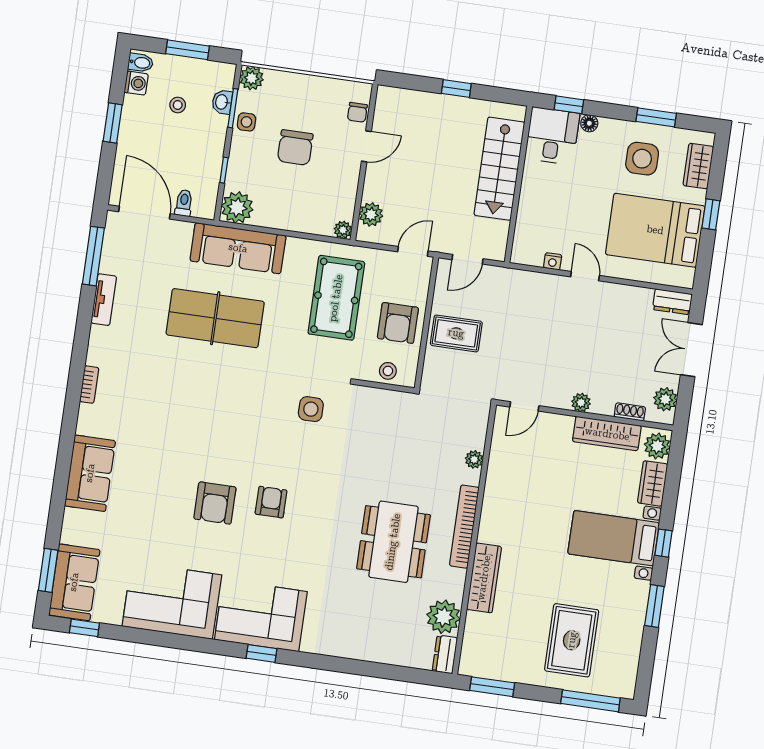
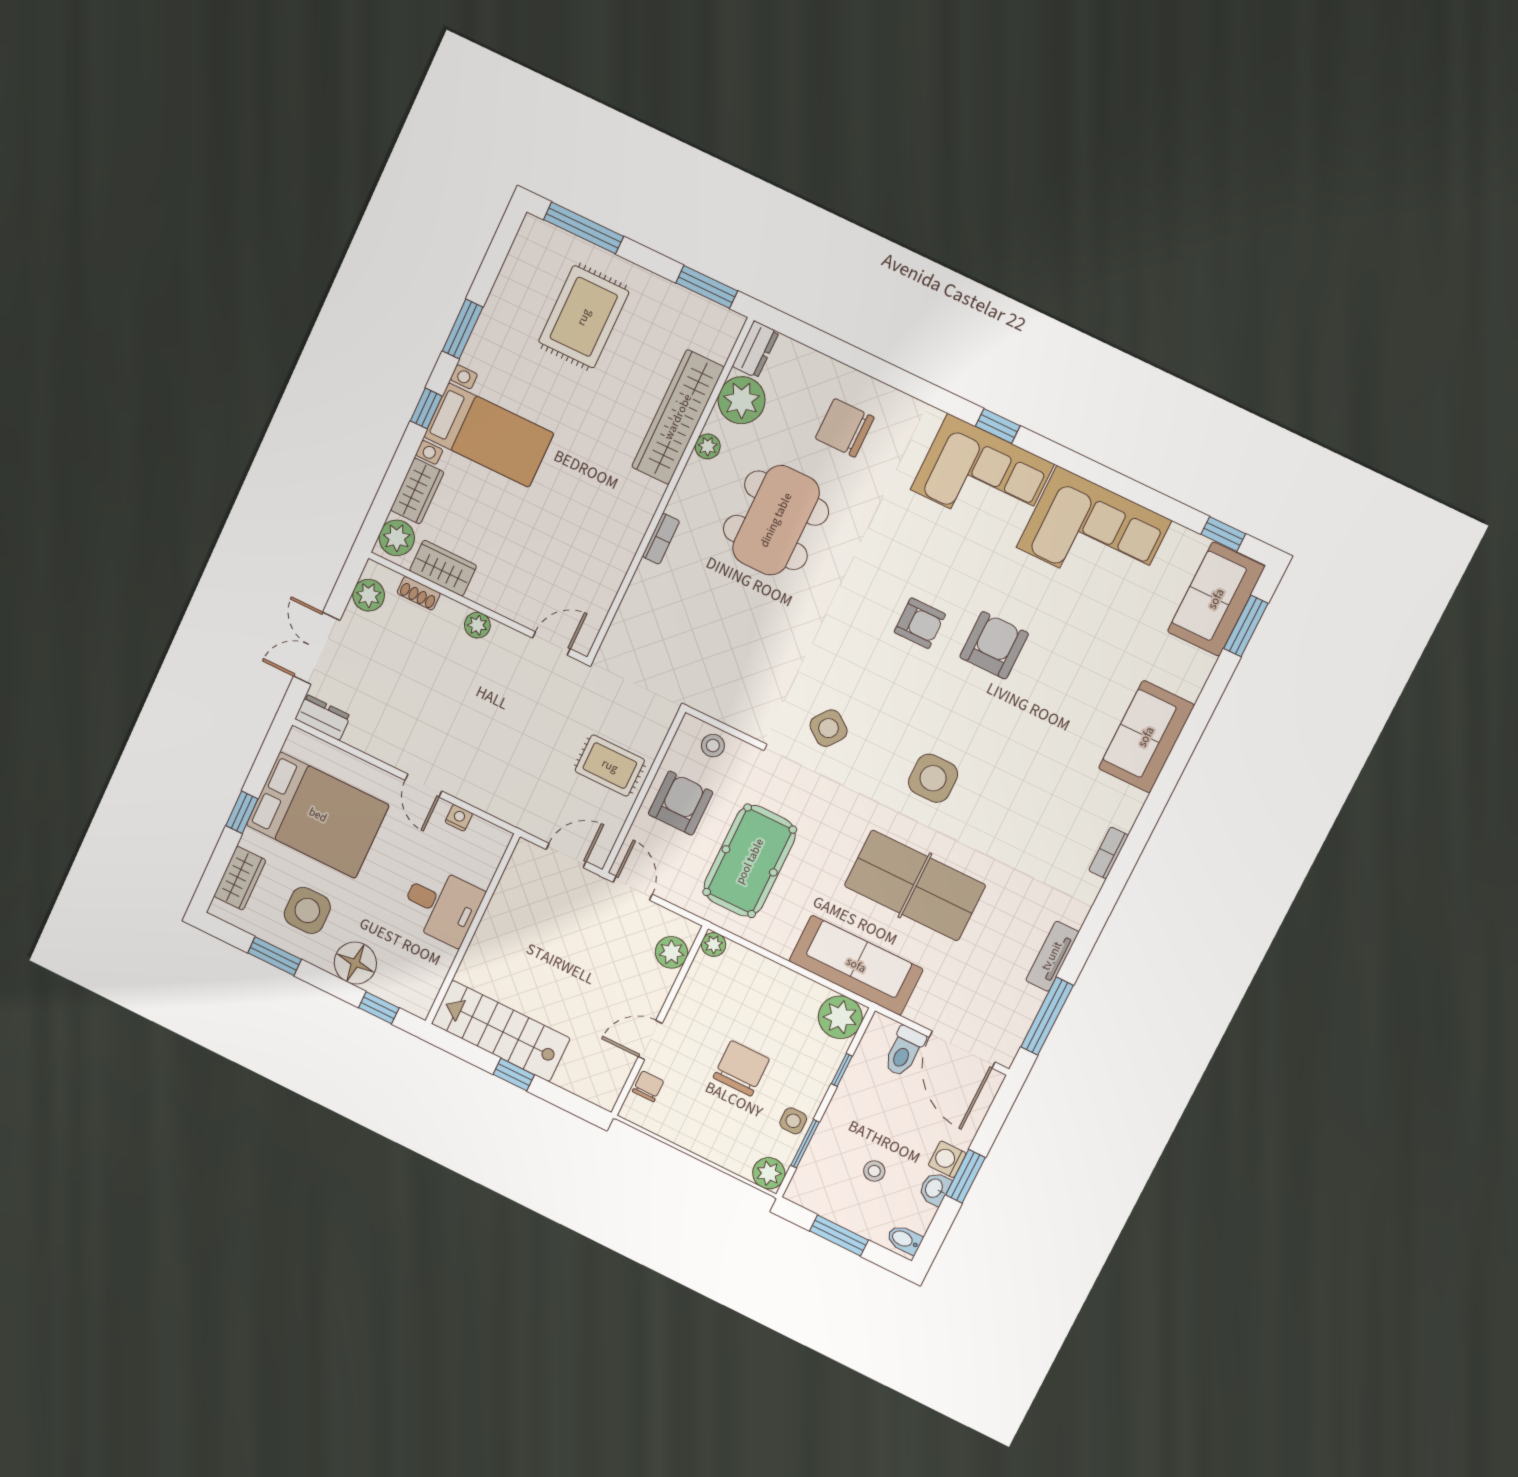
washing machine: (136, 83) -> (947, 1159), moved
washbasin: (222, 102) -> (935, 1189), moved, turned 180
floor lamp: (589, 123) -> (355, 963), width x1.89, depth x1.89
desk: (552, 136) -> (441, 906), moved, turned -90
stairs: (499, 169) -> (501, 1031), moved, turned -90
toilet: (184, 203) -> (904, 1051), width x1.37, depth x1.39
door: (413, 251) -> (633, 888), swing flipped
double door: (691, 350) -> (317, 648), swing flipped
side table: (227, 397) -> (933, 778), added
side table: (311, 409) -> (829, 728), turned 37
wardrobe: (607, 434) -> (443, 568), width x0.67
plant: (474, 459) -> (708, 446), moved
armchair: (271, 502) -> (920, 623), turned -90
bookcase: (464, 527) -> (661, 539), width x0.43, depth x0.76
wardrobe: (484, 578) -> (678, 417), width x1.40, depth x1.17
chair: (366, 620) -> (845, 428), added

